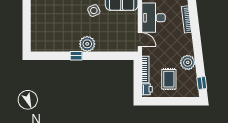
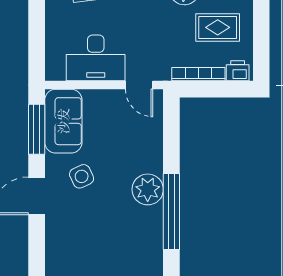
door: (140, 40) -> (139, 85), swing flipped
window: (76, 56) -> (171, 211), width x3.17

